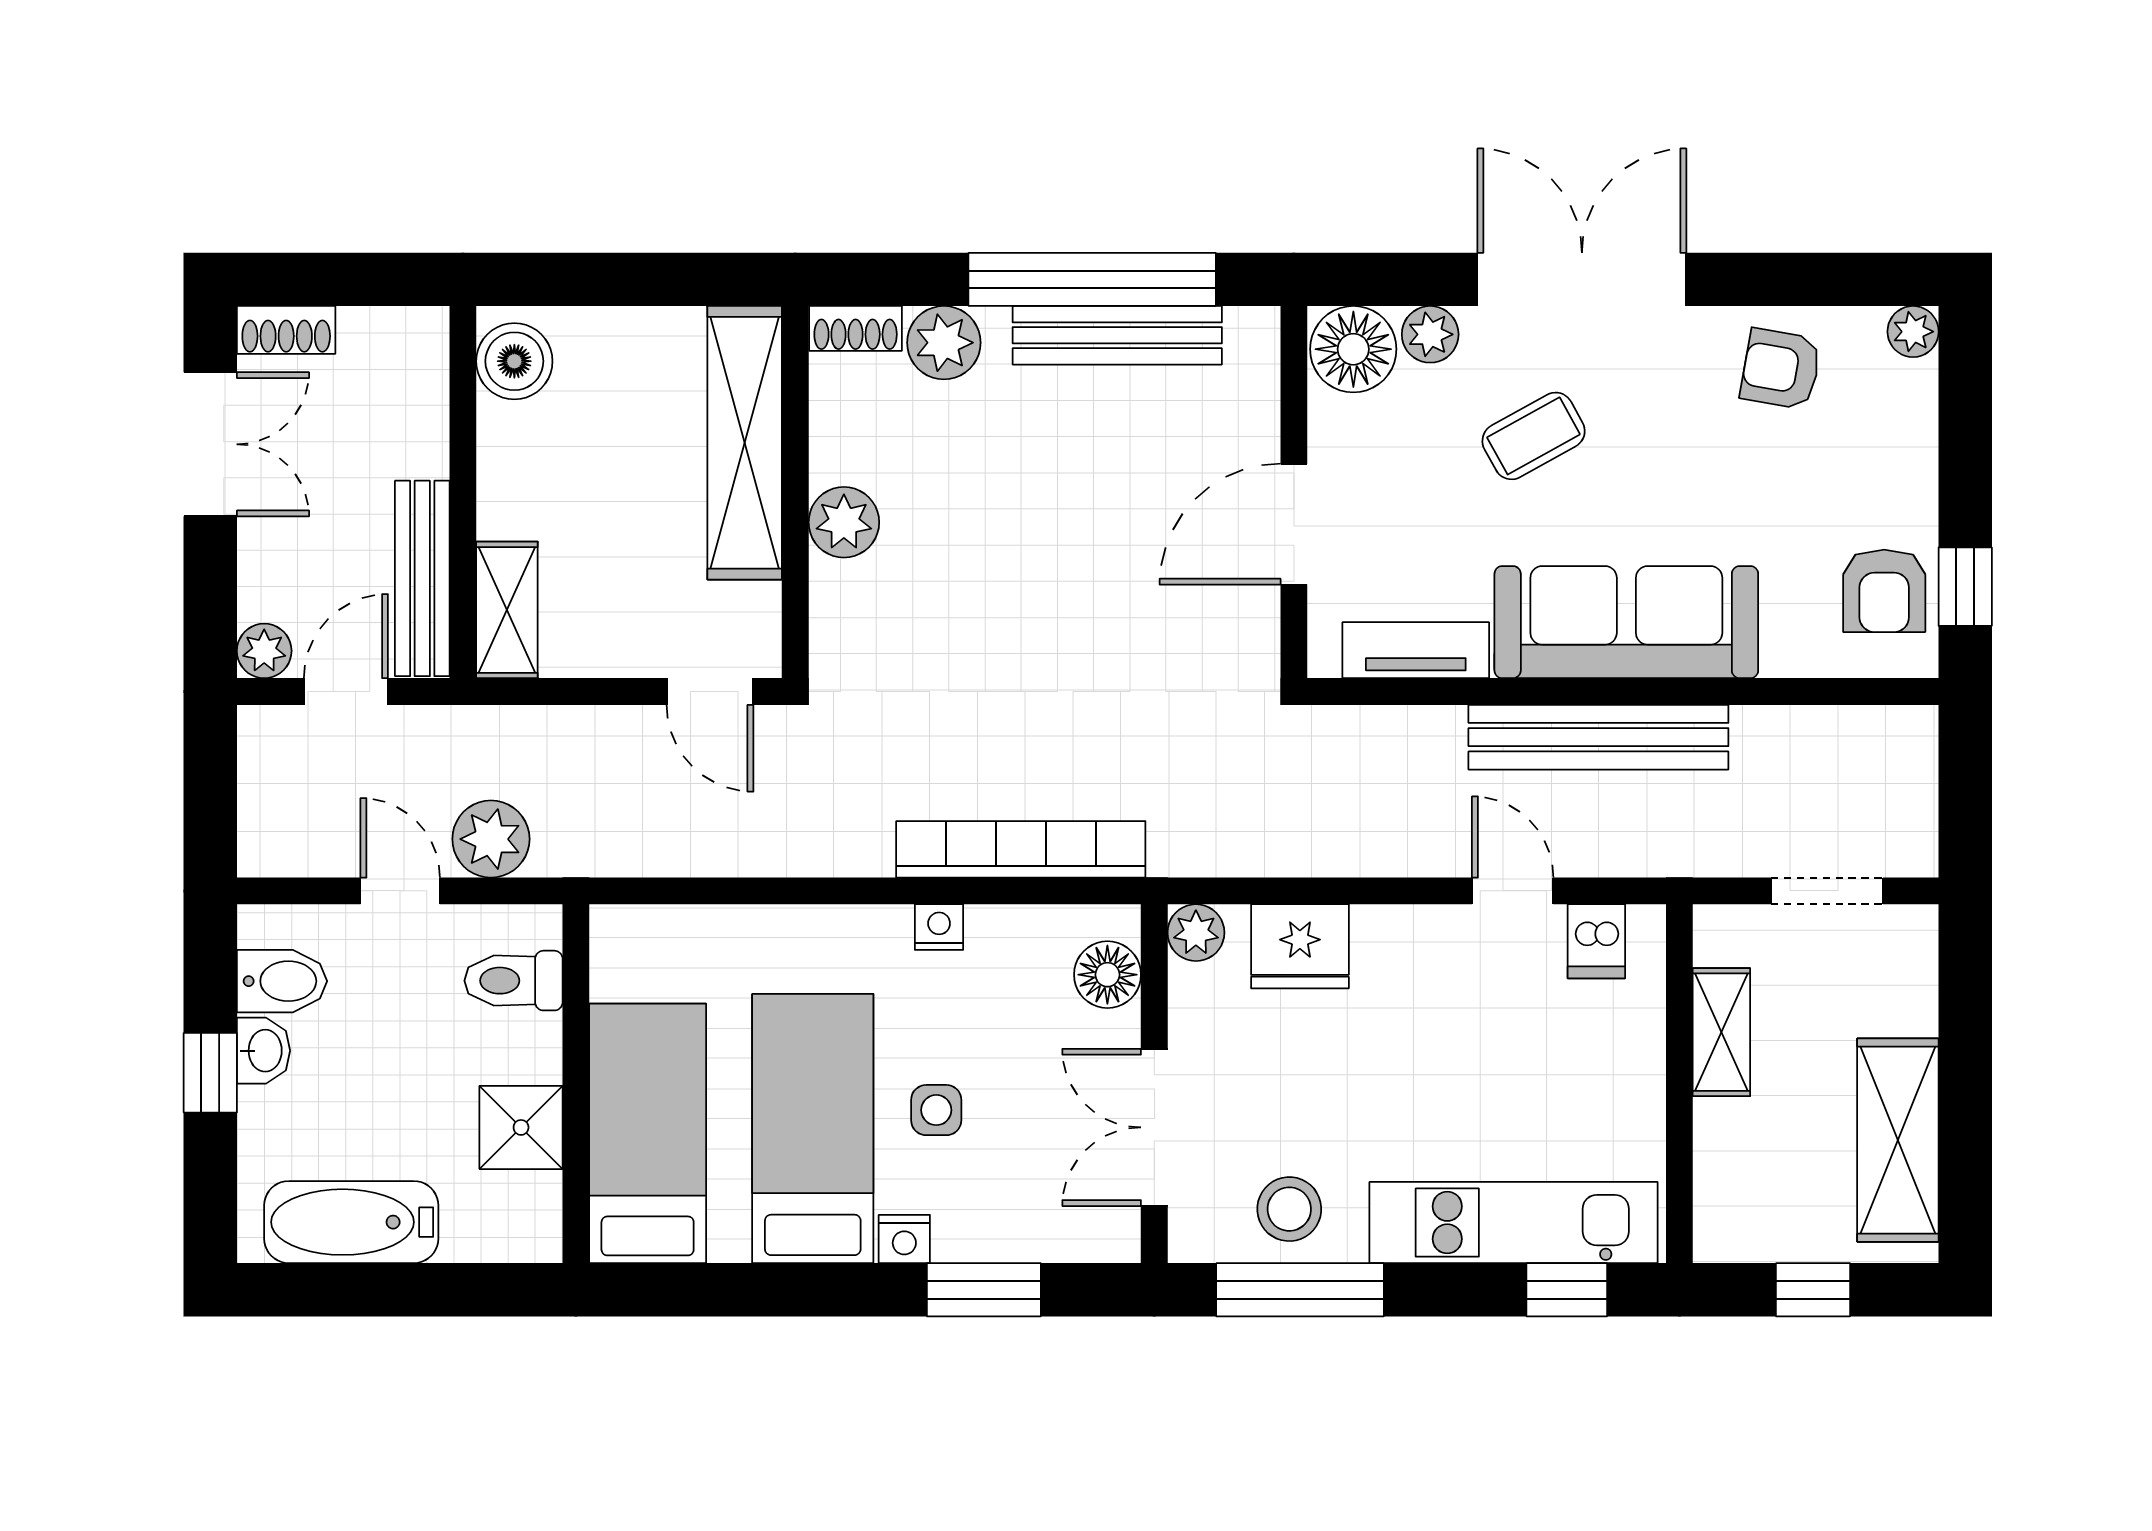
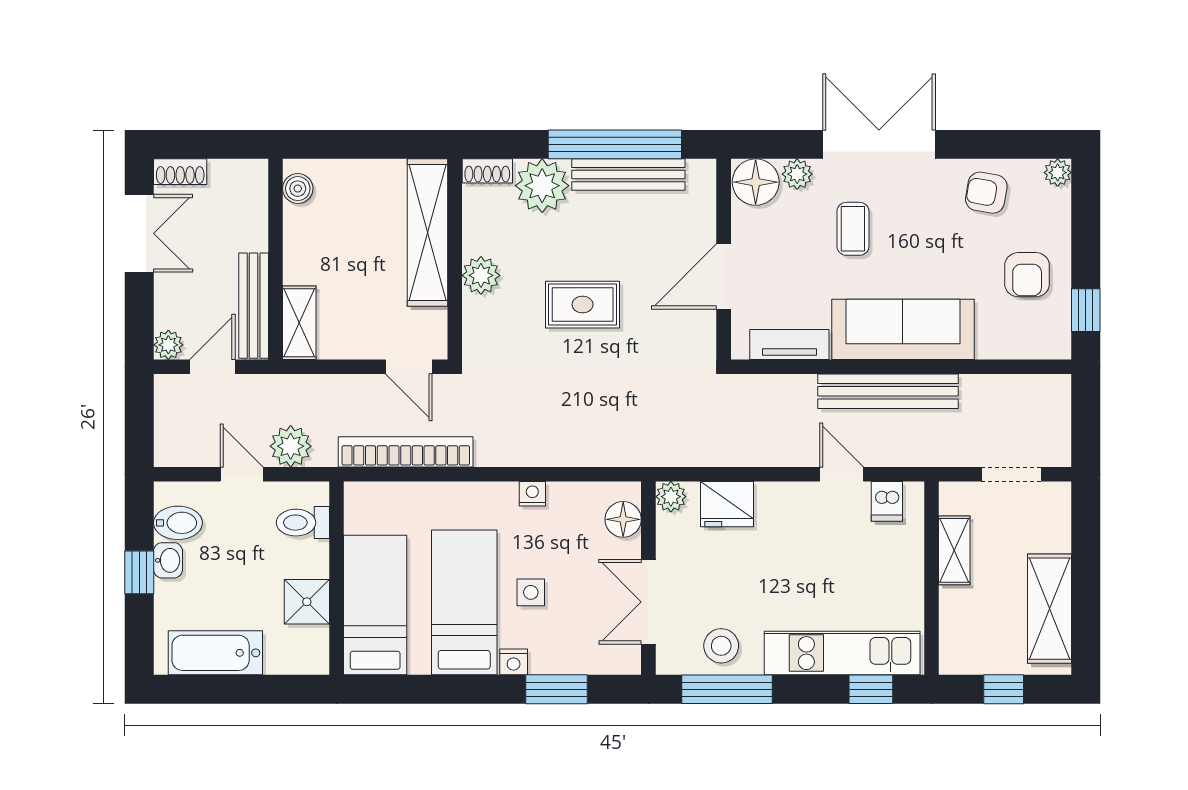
plant: (944, 343) -> (542, 186), width x1.36, depth x1.36
boiler: (514, 361) -> (298, 189), width x0.73, depth x0.73
coffee table: (1534, 436) -> (853, 229), turned -61
rug: (1032, 576) -> (583, 305), added
armchair: (1884, 591) -> (1027, 275), moved
bookcase: (1021, 849) -> (406, 452), moved

